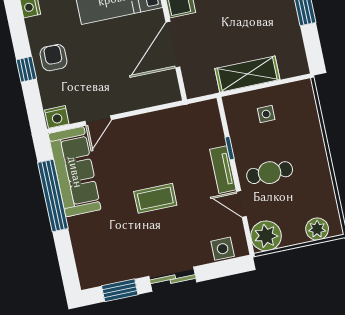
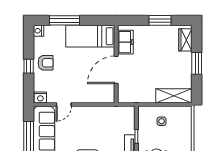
armchair: (53, 58) -> (46, 63), turned 90
shelving: (247, 74) -> (174, 96), moved

